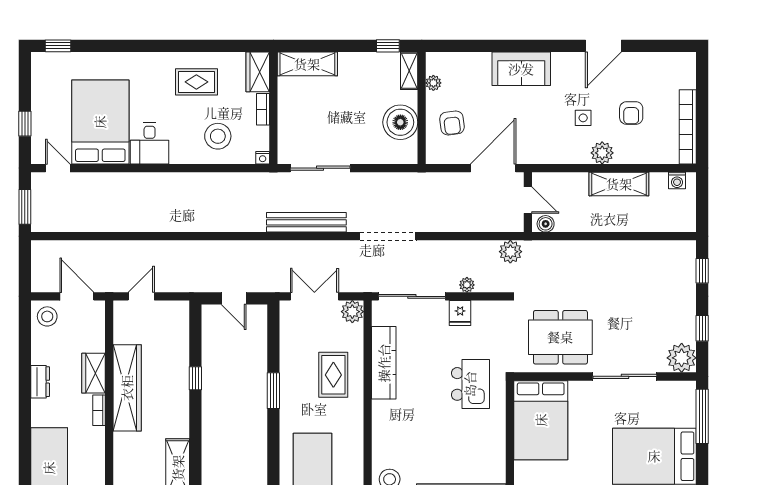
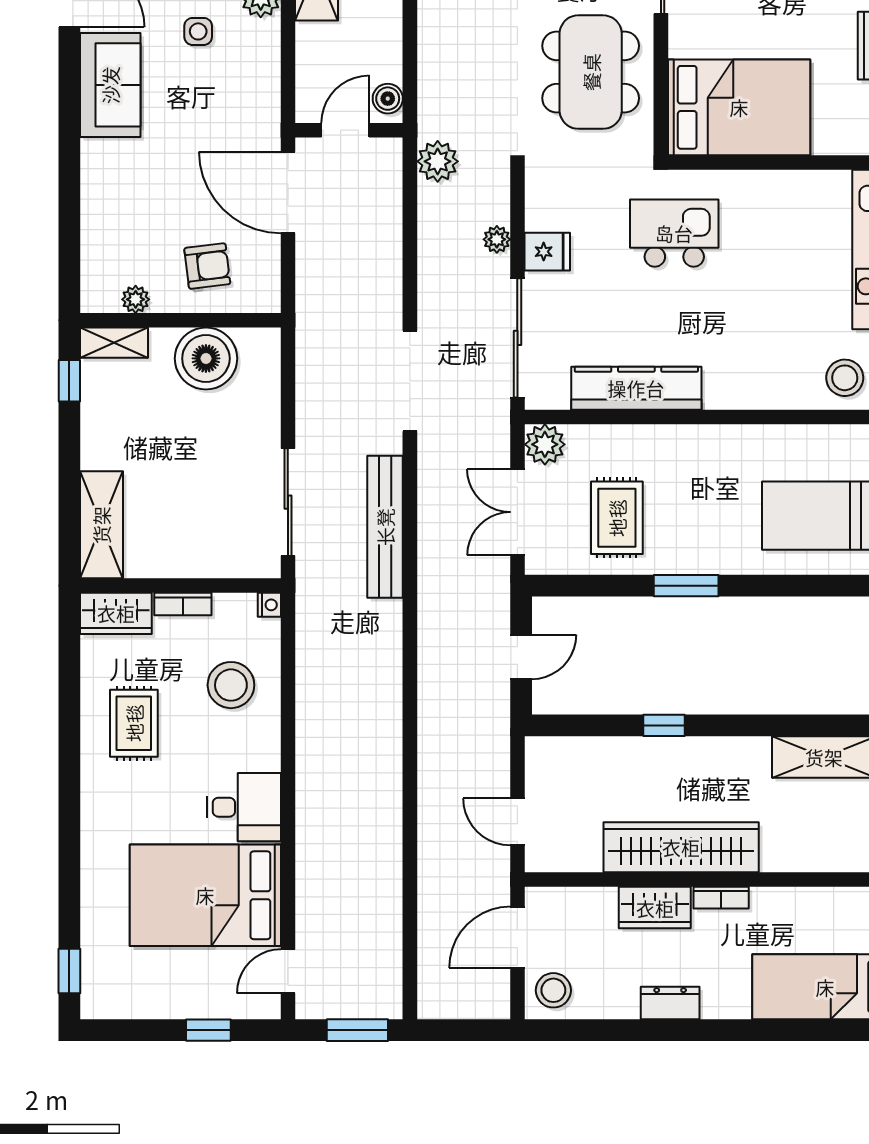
sofa: (521, 69) -> (110, 85), moved
rug: (333, 375) -> (617, 518), moved, turned 90

